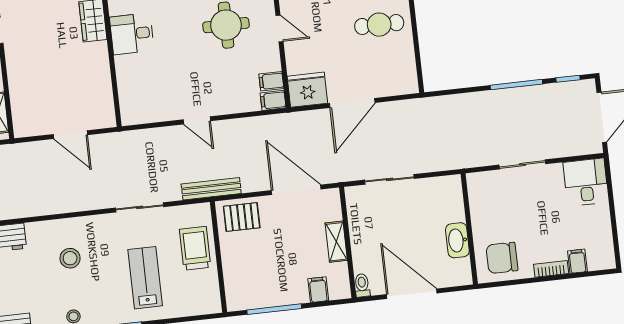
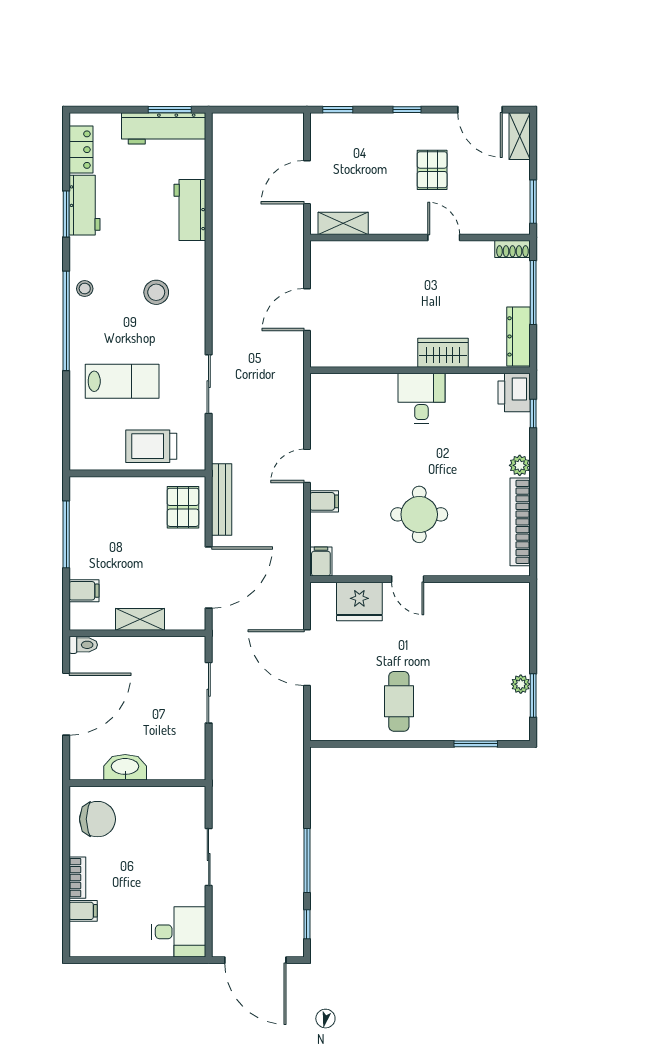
door: (279, 29) -> (408, 579), hinge flipped
filing cabinet: (271, 81) -> (324, 501), moved, turned 90
fridge: (307, 90) -> (359, 601), moved, turned 90
bench: (211, 189) -> (222, 499), moved
trolley: (195, 248) -> (151, 446), turned 180
chair: (502, 258) -> (97, 819), turned 90

